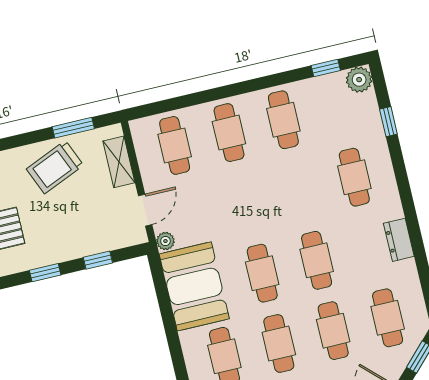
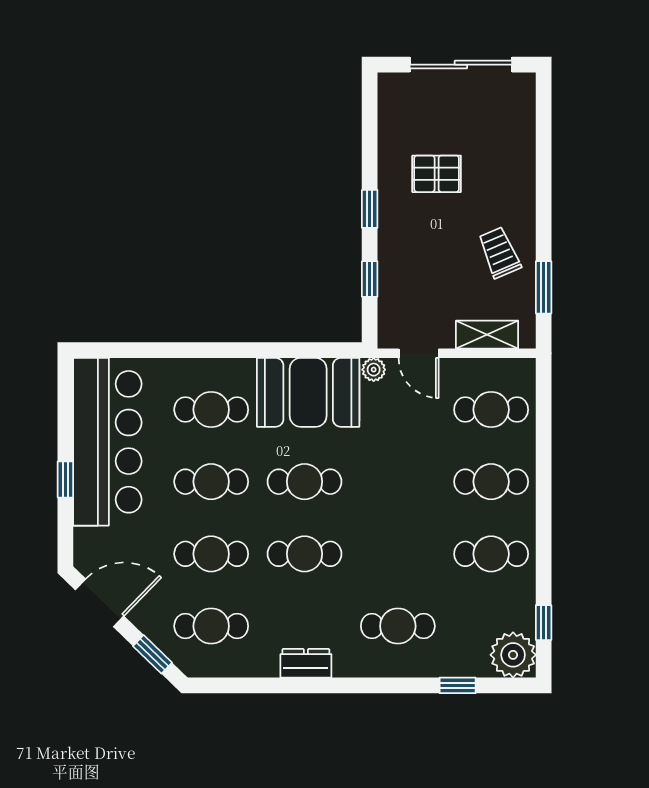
plant: (359, 80) -> (513, 655), width x1.36, depth x1.36
trolley: (55, 167) -> (499, 253), width x0.73, depth x0.72

